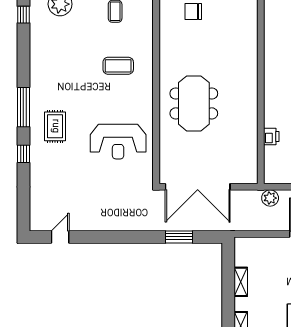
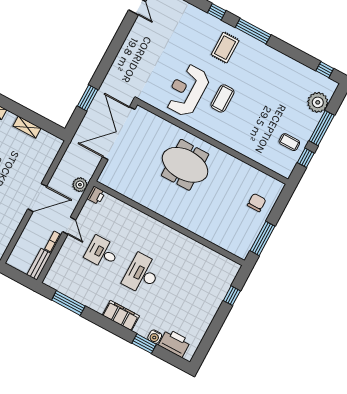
coffee table: (118, 66) -> (222, 98), moved
rug: (55, 126) -> (225, 48), turned 90
printer: (271, 136) -> (96, 195), moved, turned -90

